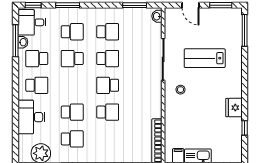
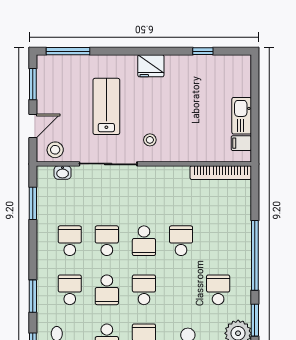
washbasin: (157, 16) -> (63, 173), moved
stool: (173, 21) -> (55, 150), added
lab bench: (205, 58) -> (106, 106), turned 180
fridge: (234, 108) -> (151, 66), moved
school desk: (72, 112) -> (144, 290), moved

